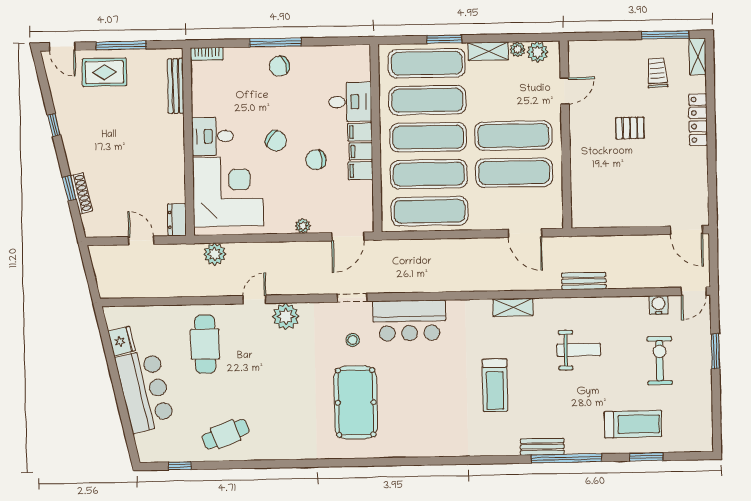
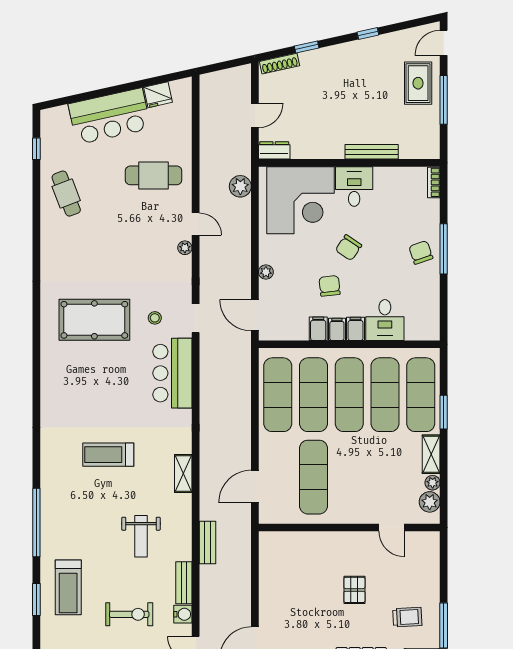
bench: (176, 86) -> (372, 152), moved
exercise mat: (513, 136) -> (349, 477), removed
shoe rack: (81, 193) -> (279, 64), moved
plant: (286, 316) -> (185, 248), width x0.53, depth x0.53
bench: (542, 447) -> (184, 583), moved

